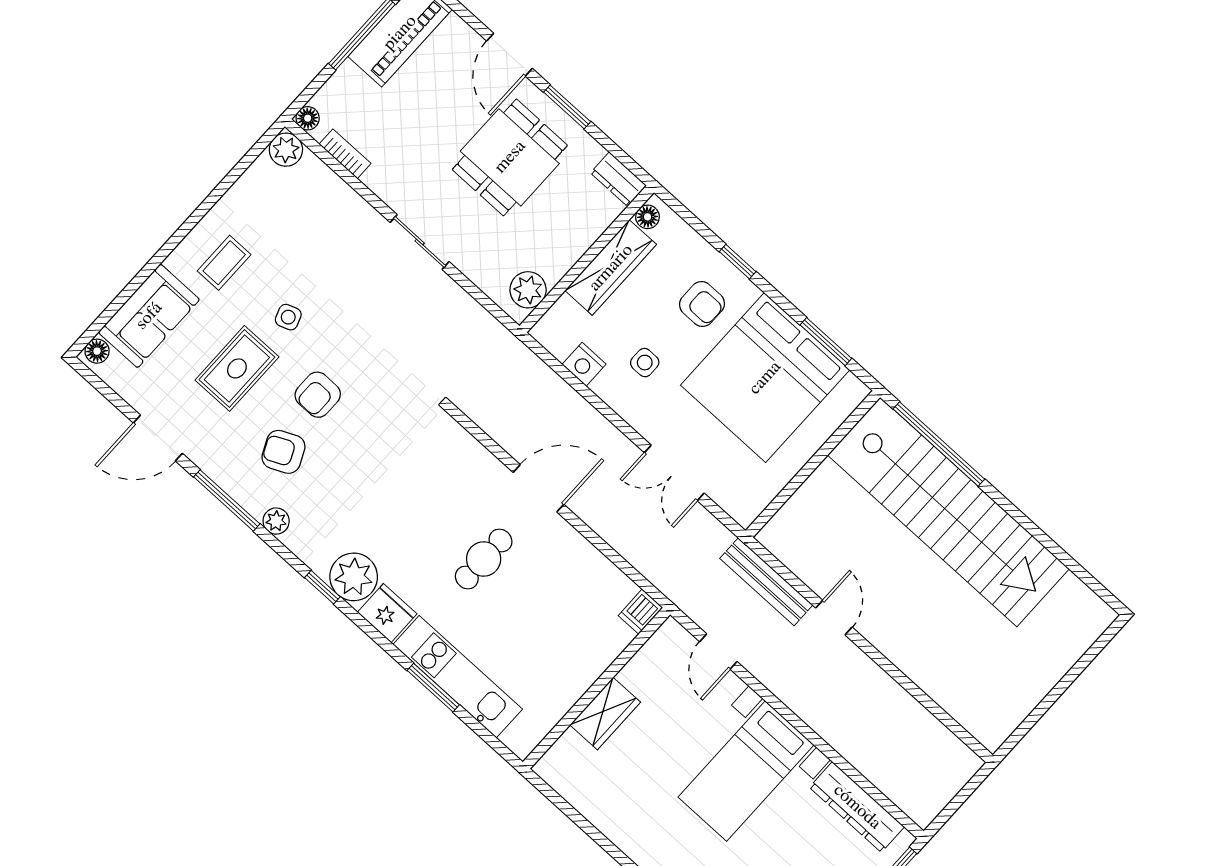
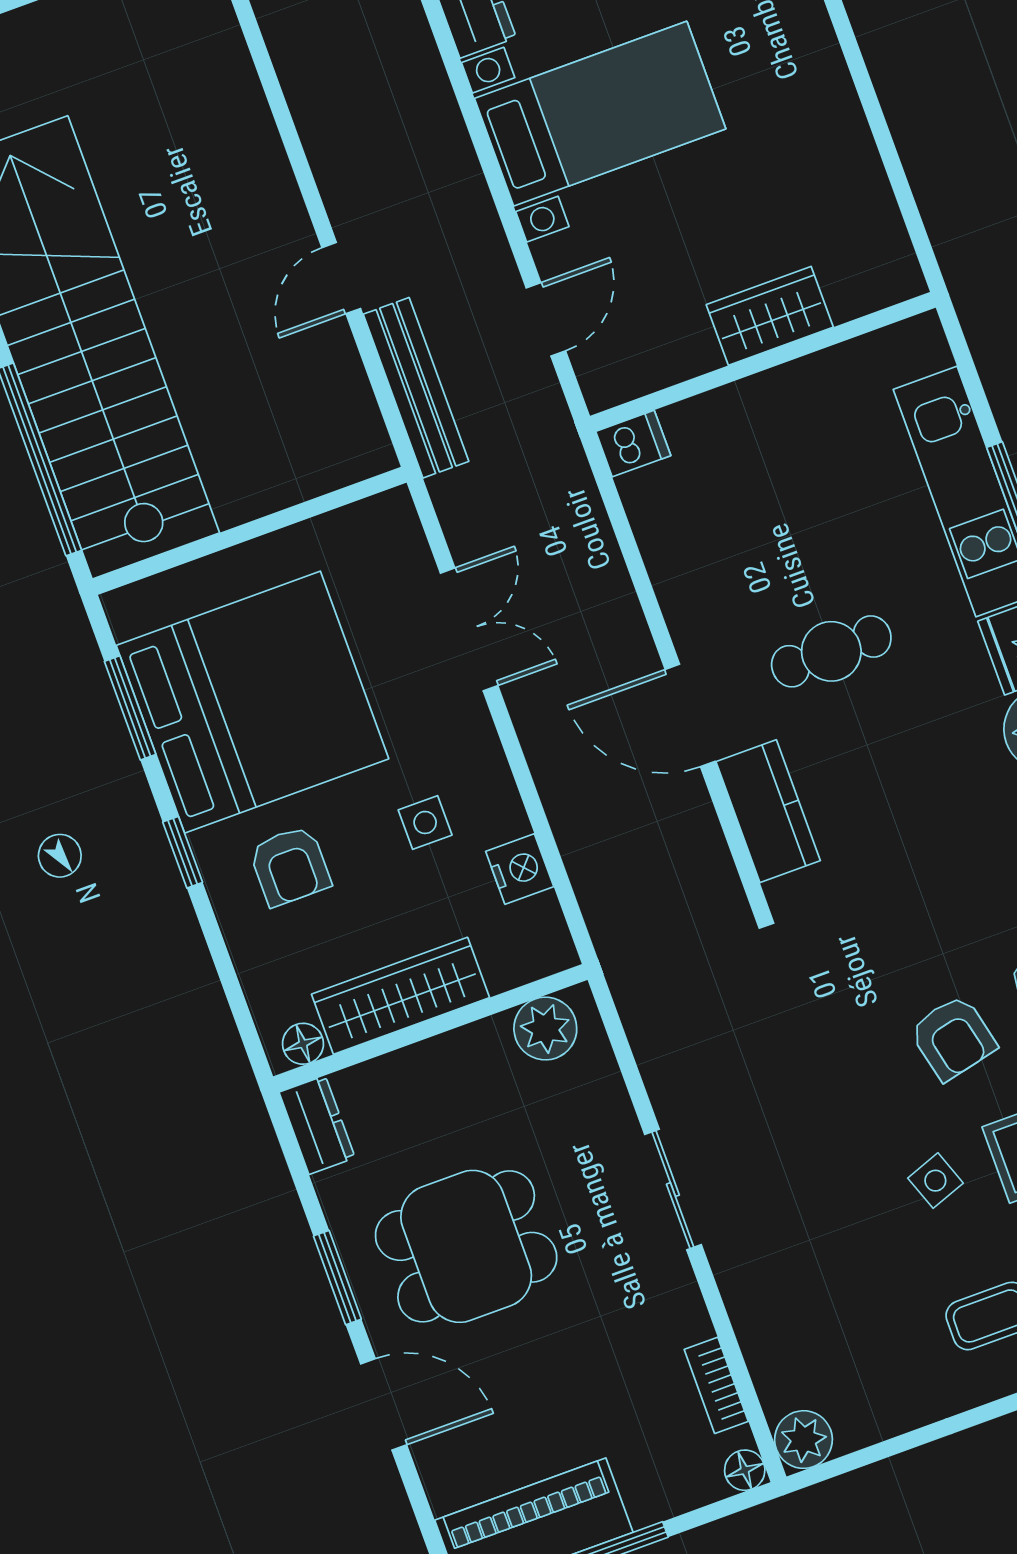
door: (509, 55) -> (384, 1404), hinge flipped
window: (738, 262) -> (183, 852), moved
armchair: (702, 304) -> (290, 866), turned 180
armchair: (318, 395) -> (953, 1038), turned 77
kitchen counter: (473, 461) -> (768, 811), added

